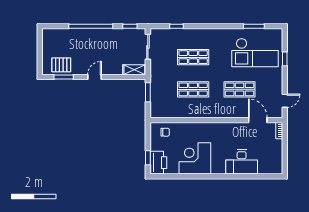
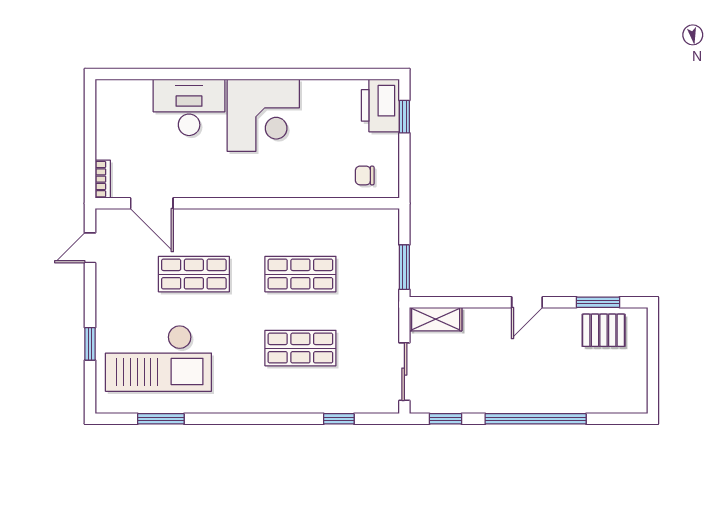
checkout: (255, 53) -> (158, 358), turned 180
corner desk: (195, 158) -> (263, 115), moved

